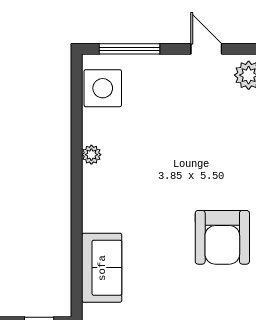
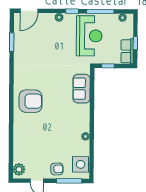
armchair: (159, 77) -> (57, 169), added
armchair: (222, 237) -> (31, 101), turned 90

